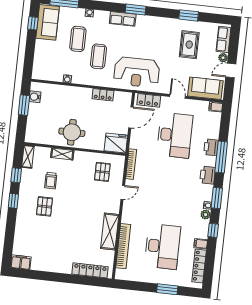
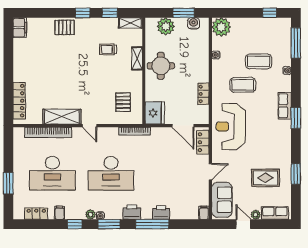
sofa: (48, 22) -> (272, 28), removed
plant: (41, 71) -> (221, 27), added
plant: (35, 123) -> (166, 26), added
desk: (175, 135) -> (111, 173), moved
pallet: (102, 172) -> (123, 102), turned 90
door: (123, 192) -> (90, 126), moved
pallet: (44, 206) -> (65, 27), moved
locker: (199, 266) -> (36, 214), width x0.66

